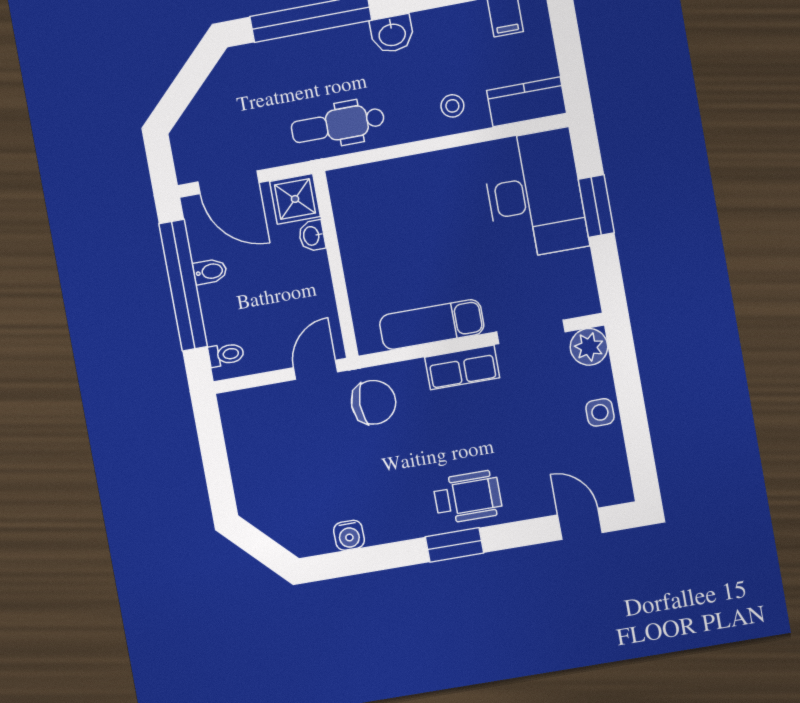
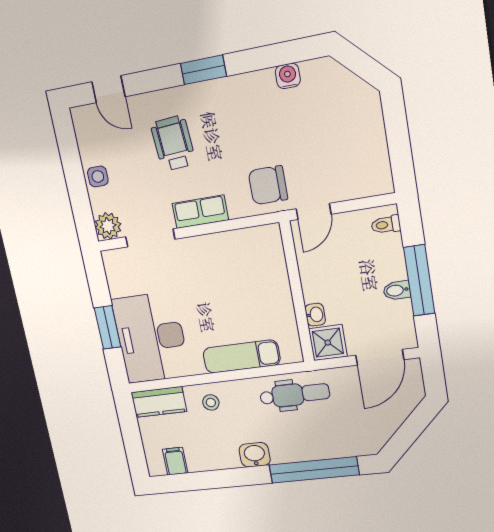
door: (228, 182) -> (380, 357), swing flipped
window: (183, 285) -> (419, 280), width x0.68
exam couch: (432, 325) -> (241, 357), moved, turned 180
wheelchair: (468, 497) -> (173, 143), moved, turned 86

